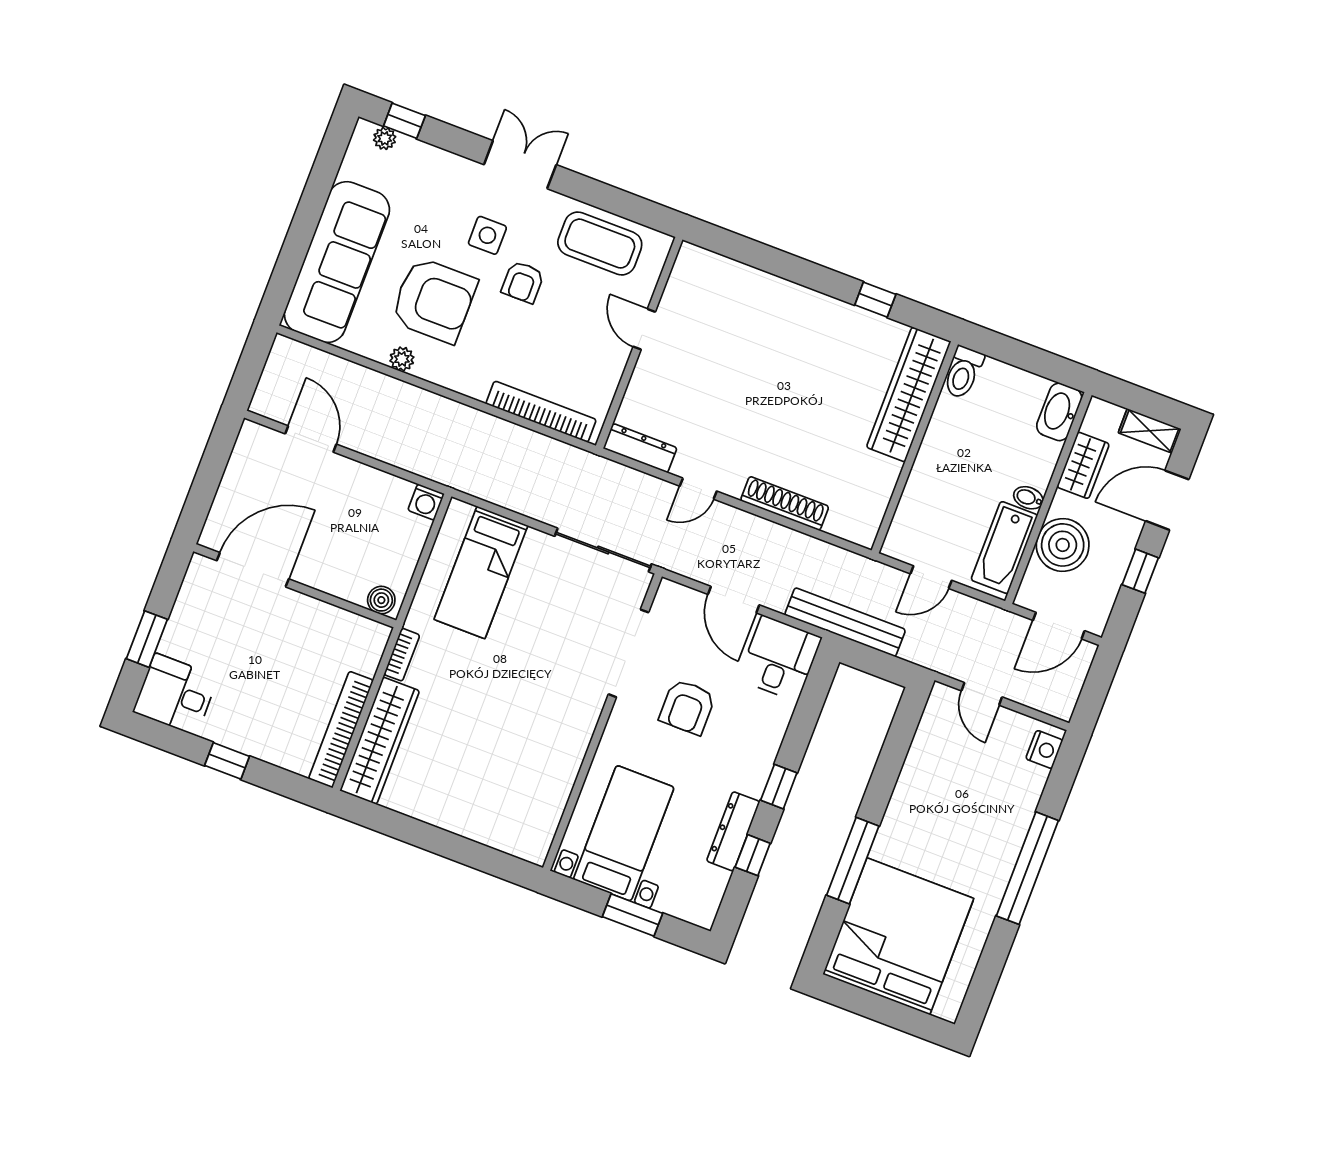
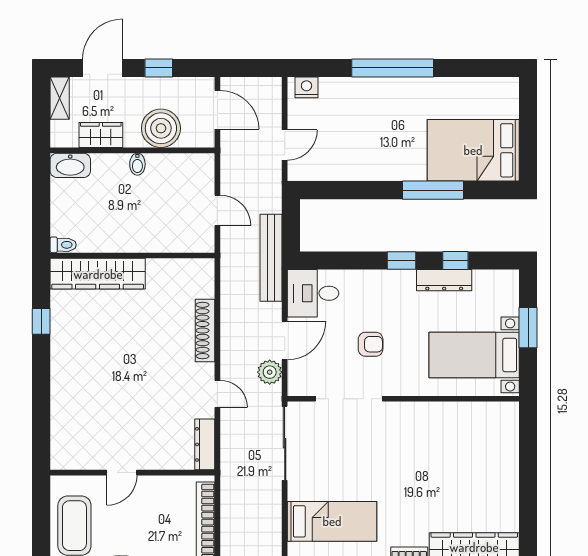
toilet: (963, 372) -> (63, 245), width x0.73, depth x0.72
door: (1167, 500) -> (103, 68), swing flipped
bathtub: (1004, 548) -> (178, 168), removed
plant: (701, 565) -> (270, 372), added
armchair: (687, 707) -> (371, 344), width x0.72, depth x0.72
bed: (898, 936) -> (473, 150), width x0.73

